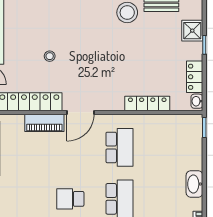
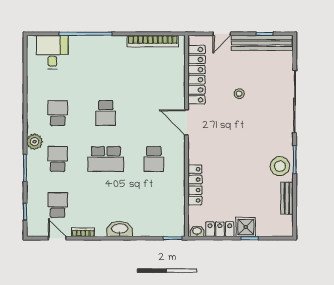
shower: (192, 31) -> (246, 227), moved
piano: (44, 123) -> (177, 89), removed
school desk: (120, 147) -> (154, 159), width x0.54
school desk: (70, 199) -> (106, 113), turned 180

